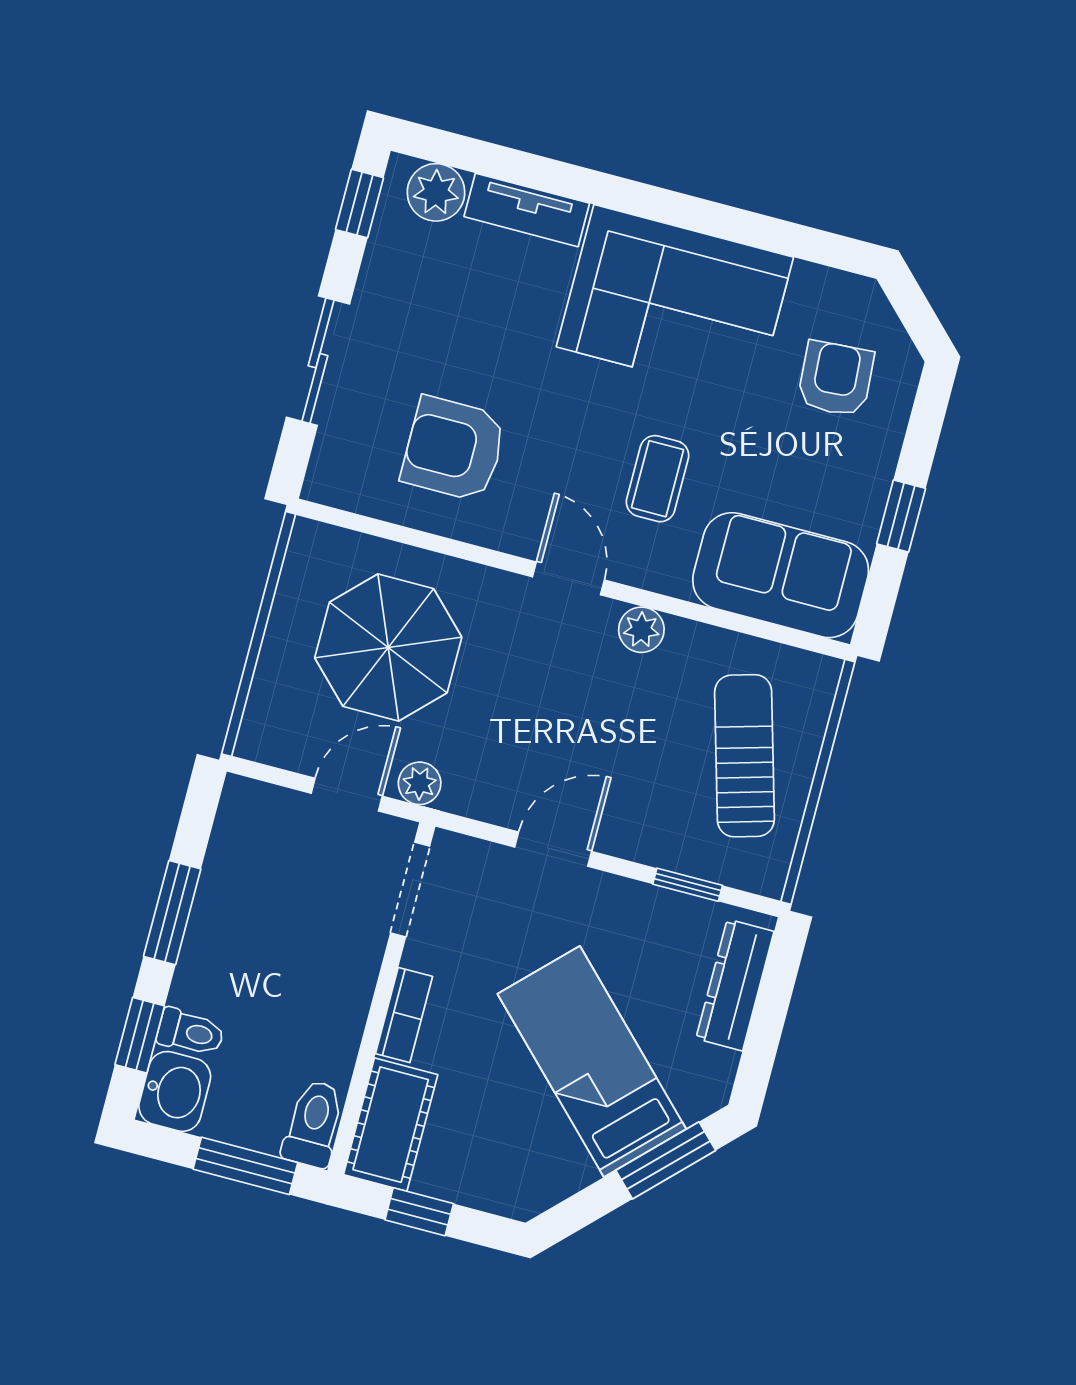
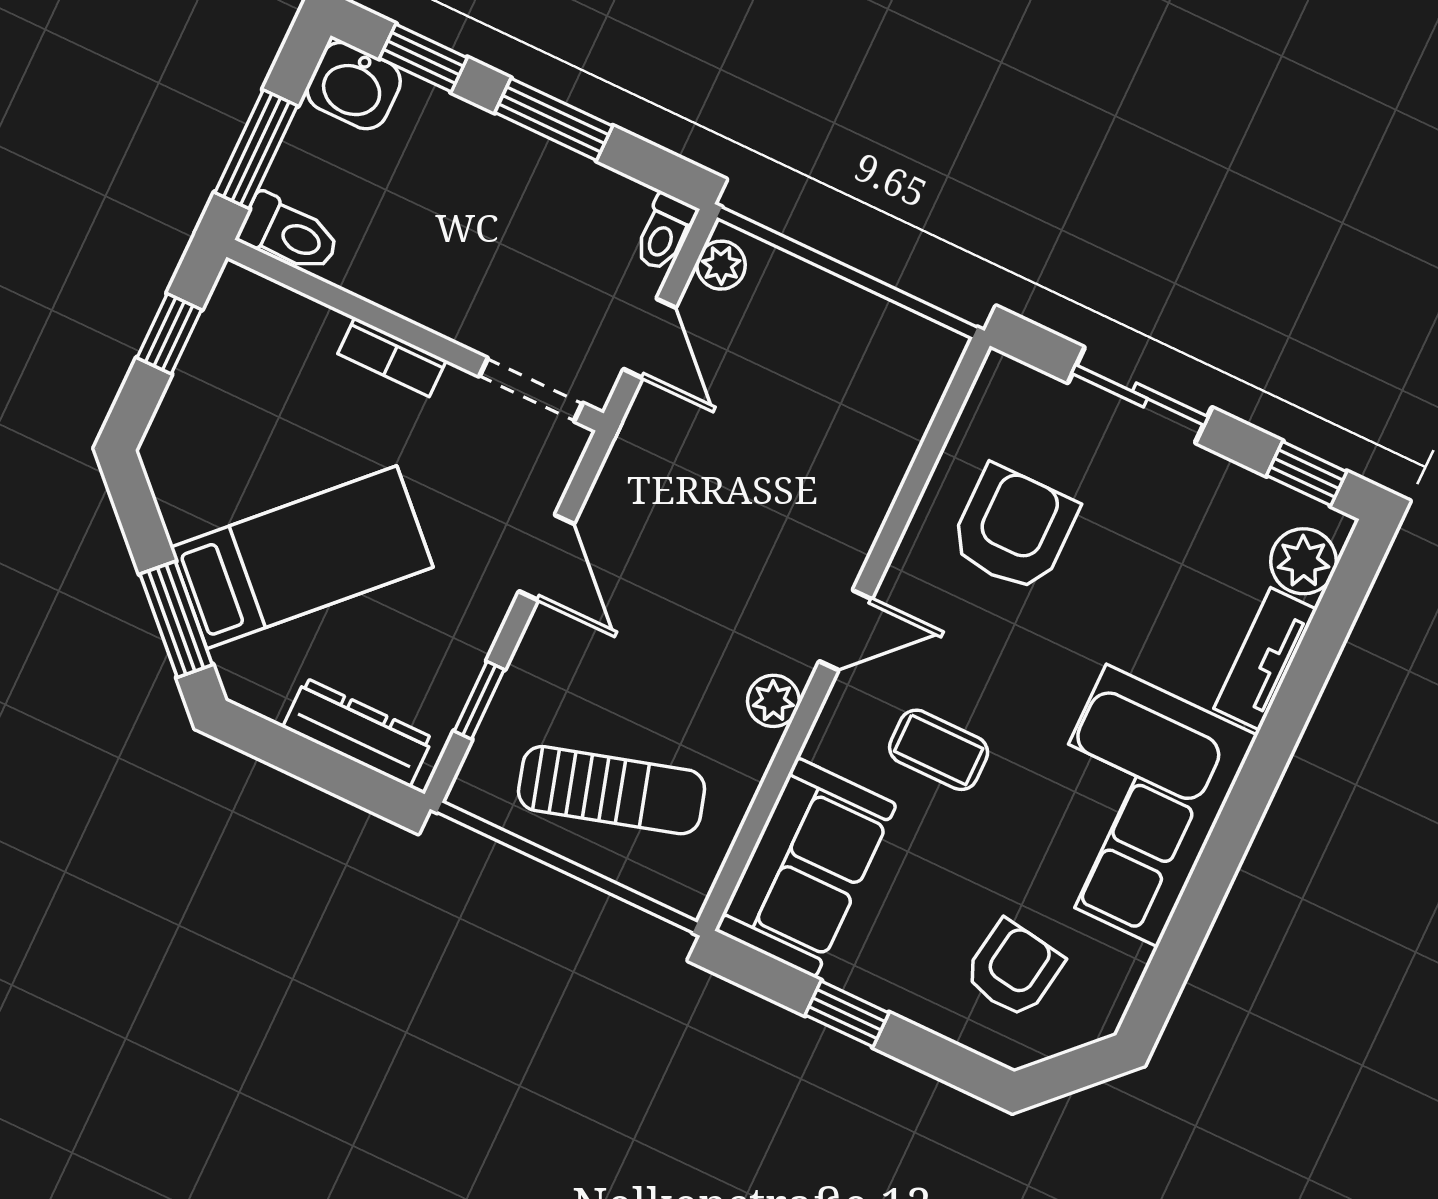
armchair: (836, 379) -> (1014, 969), turned -77
parasol: (388, 648) -> (805, 415), removed
plant: (420, 783) -> (721, 265), moved
toilet: (191, 1032) -> (665, 232), moved
cot: (391, 1125) -> (272, 320), removed

